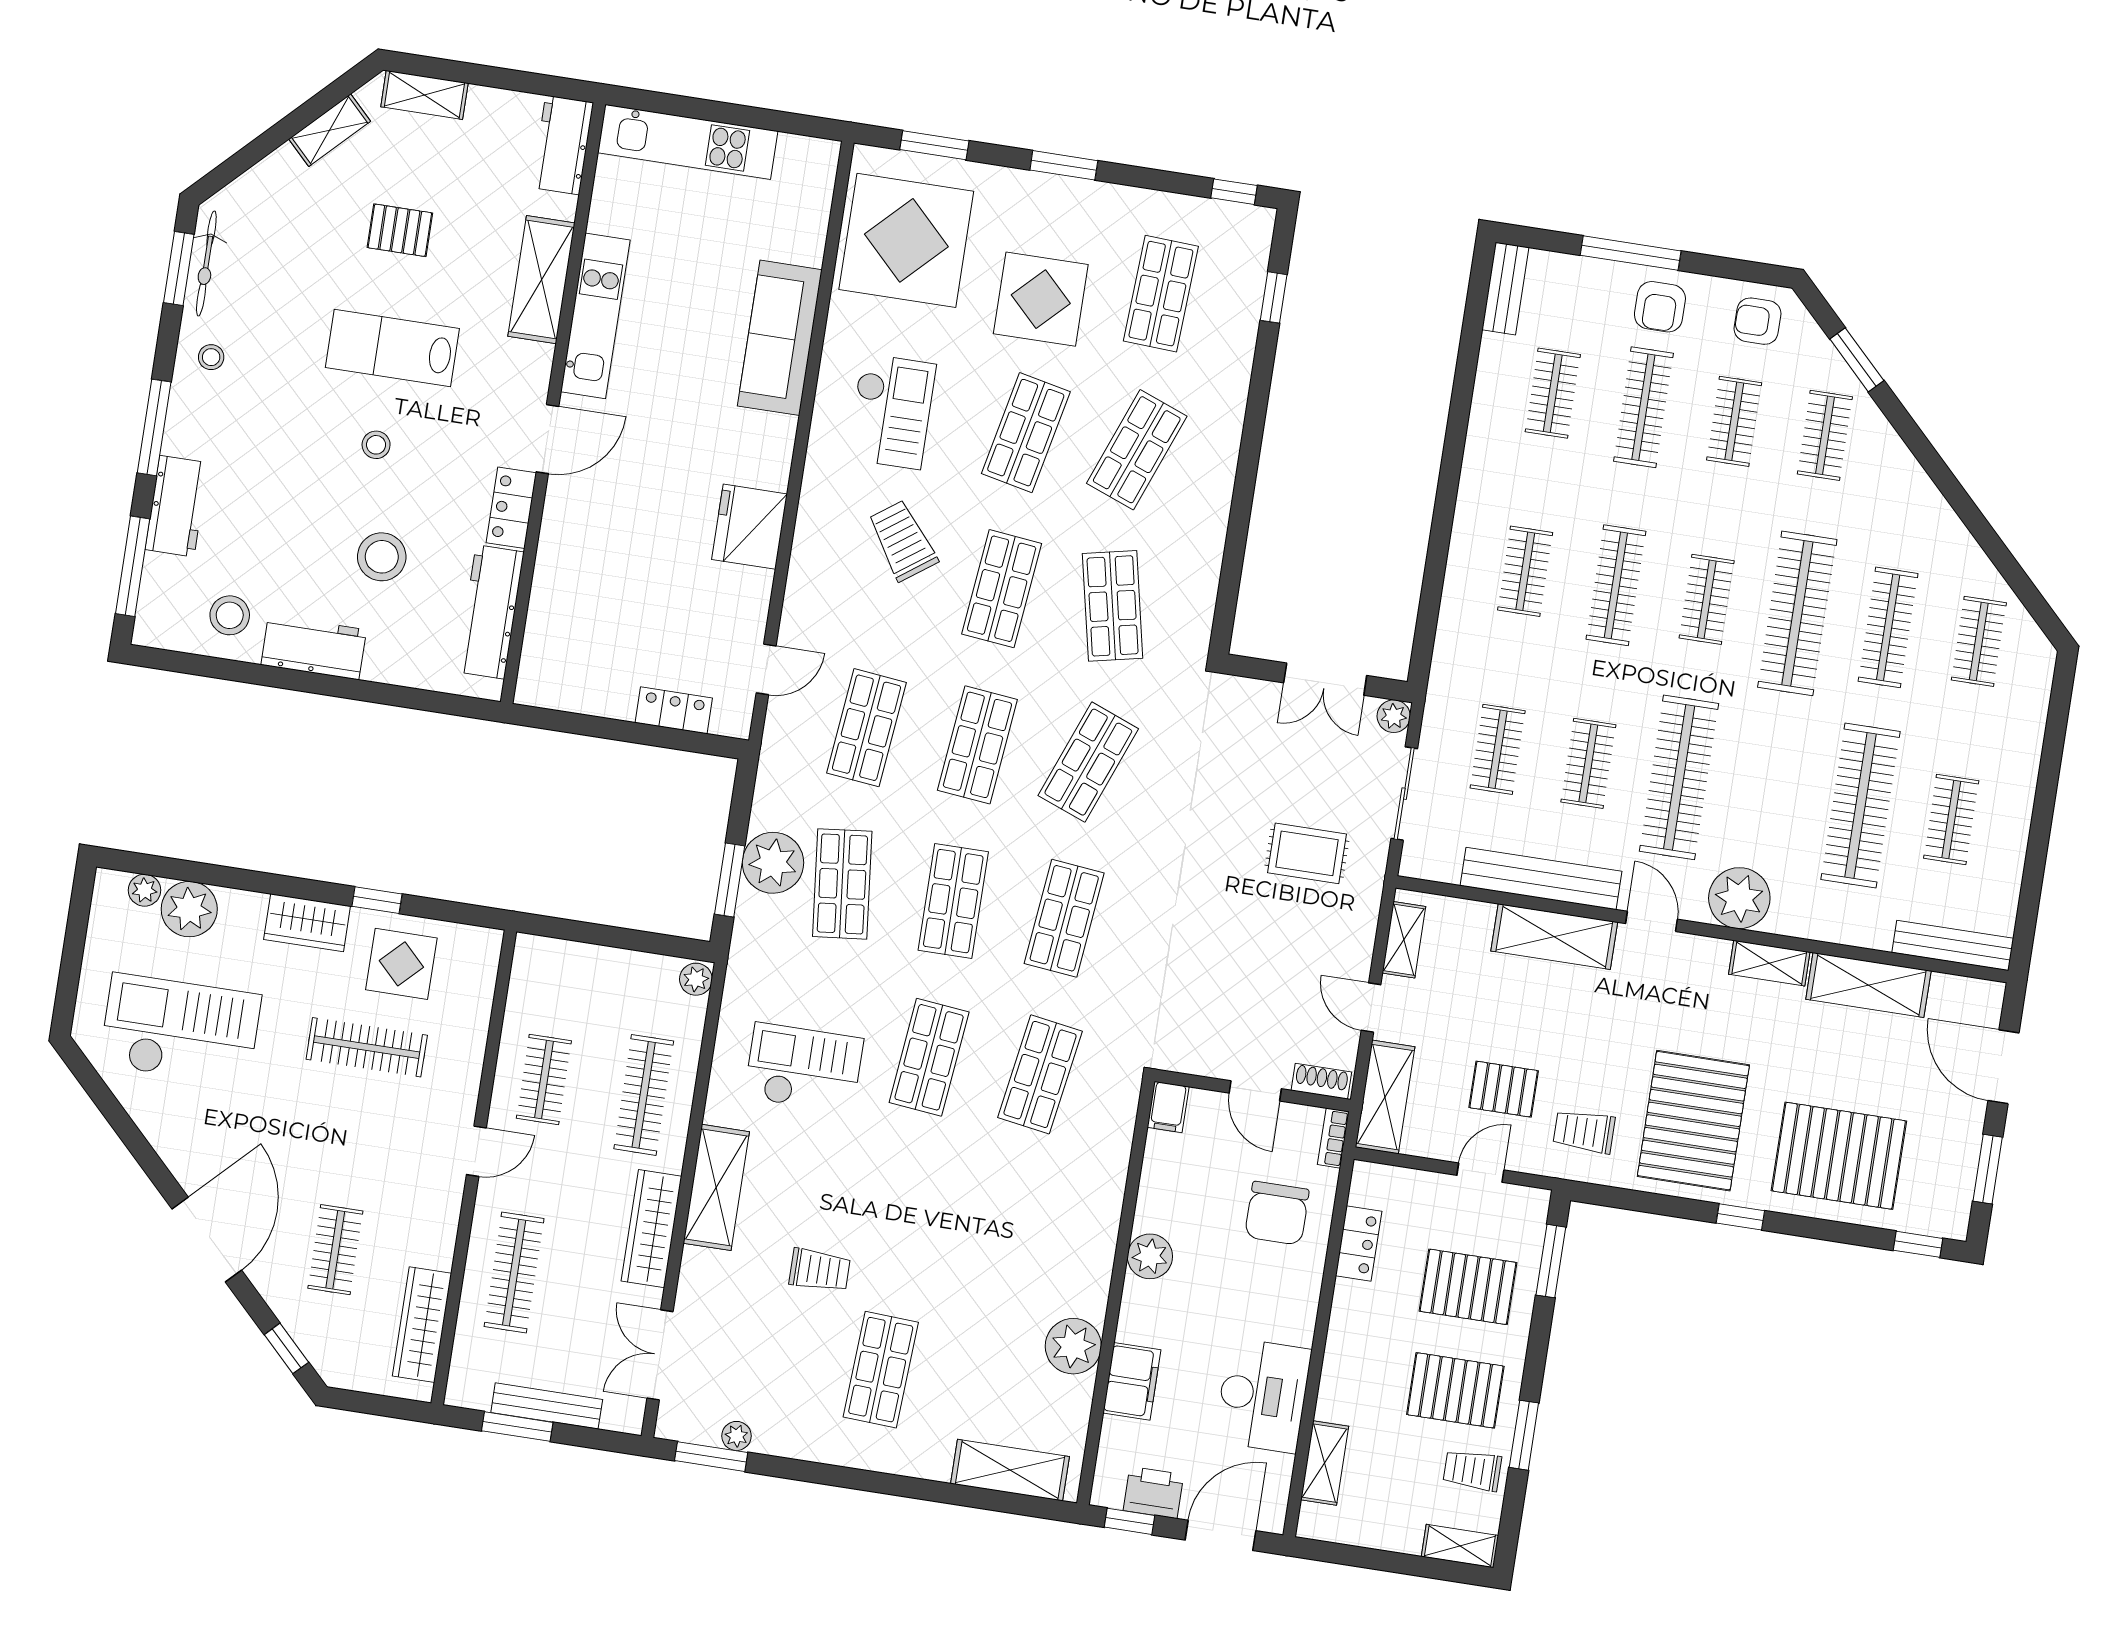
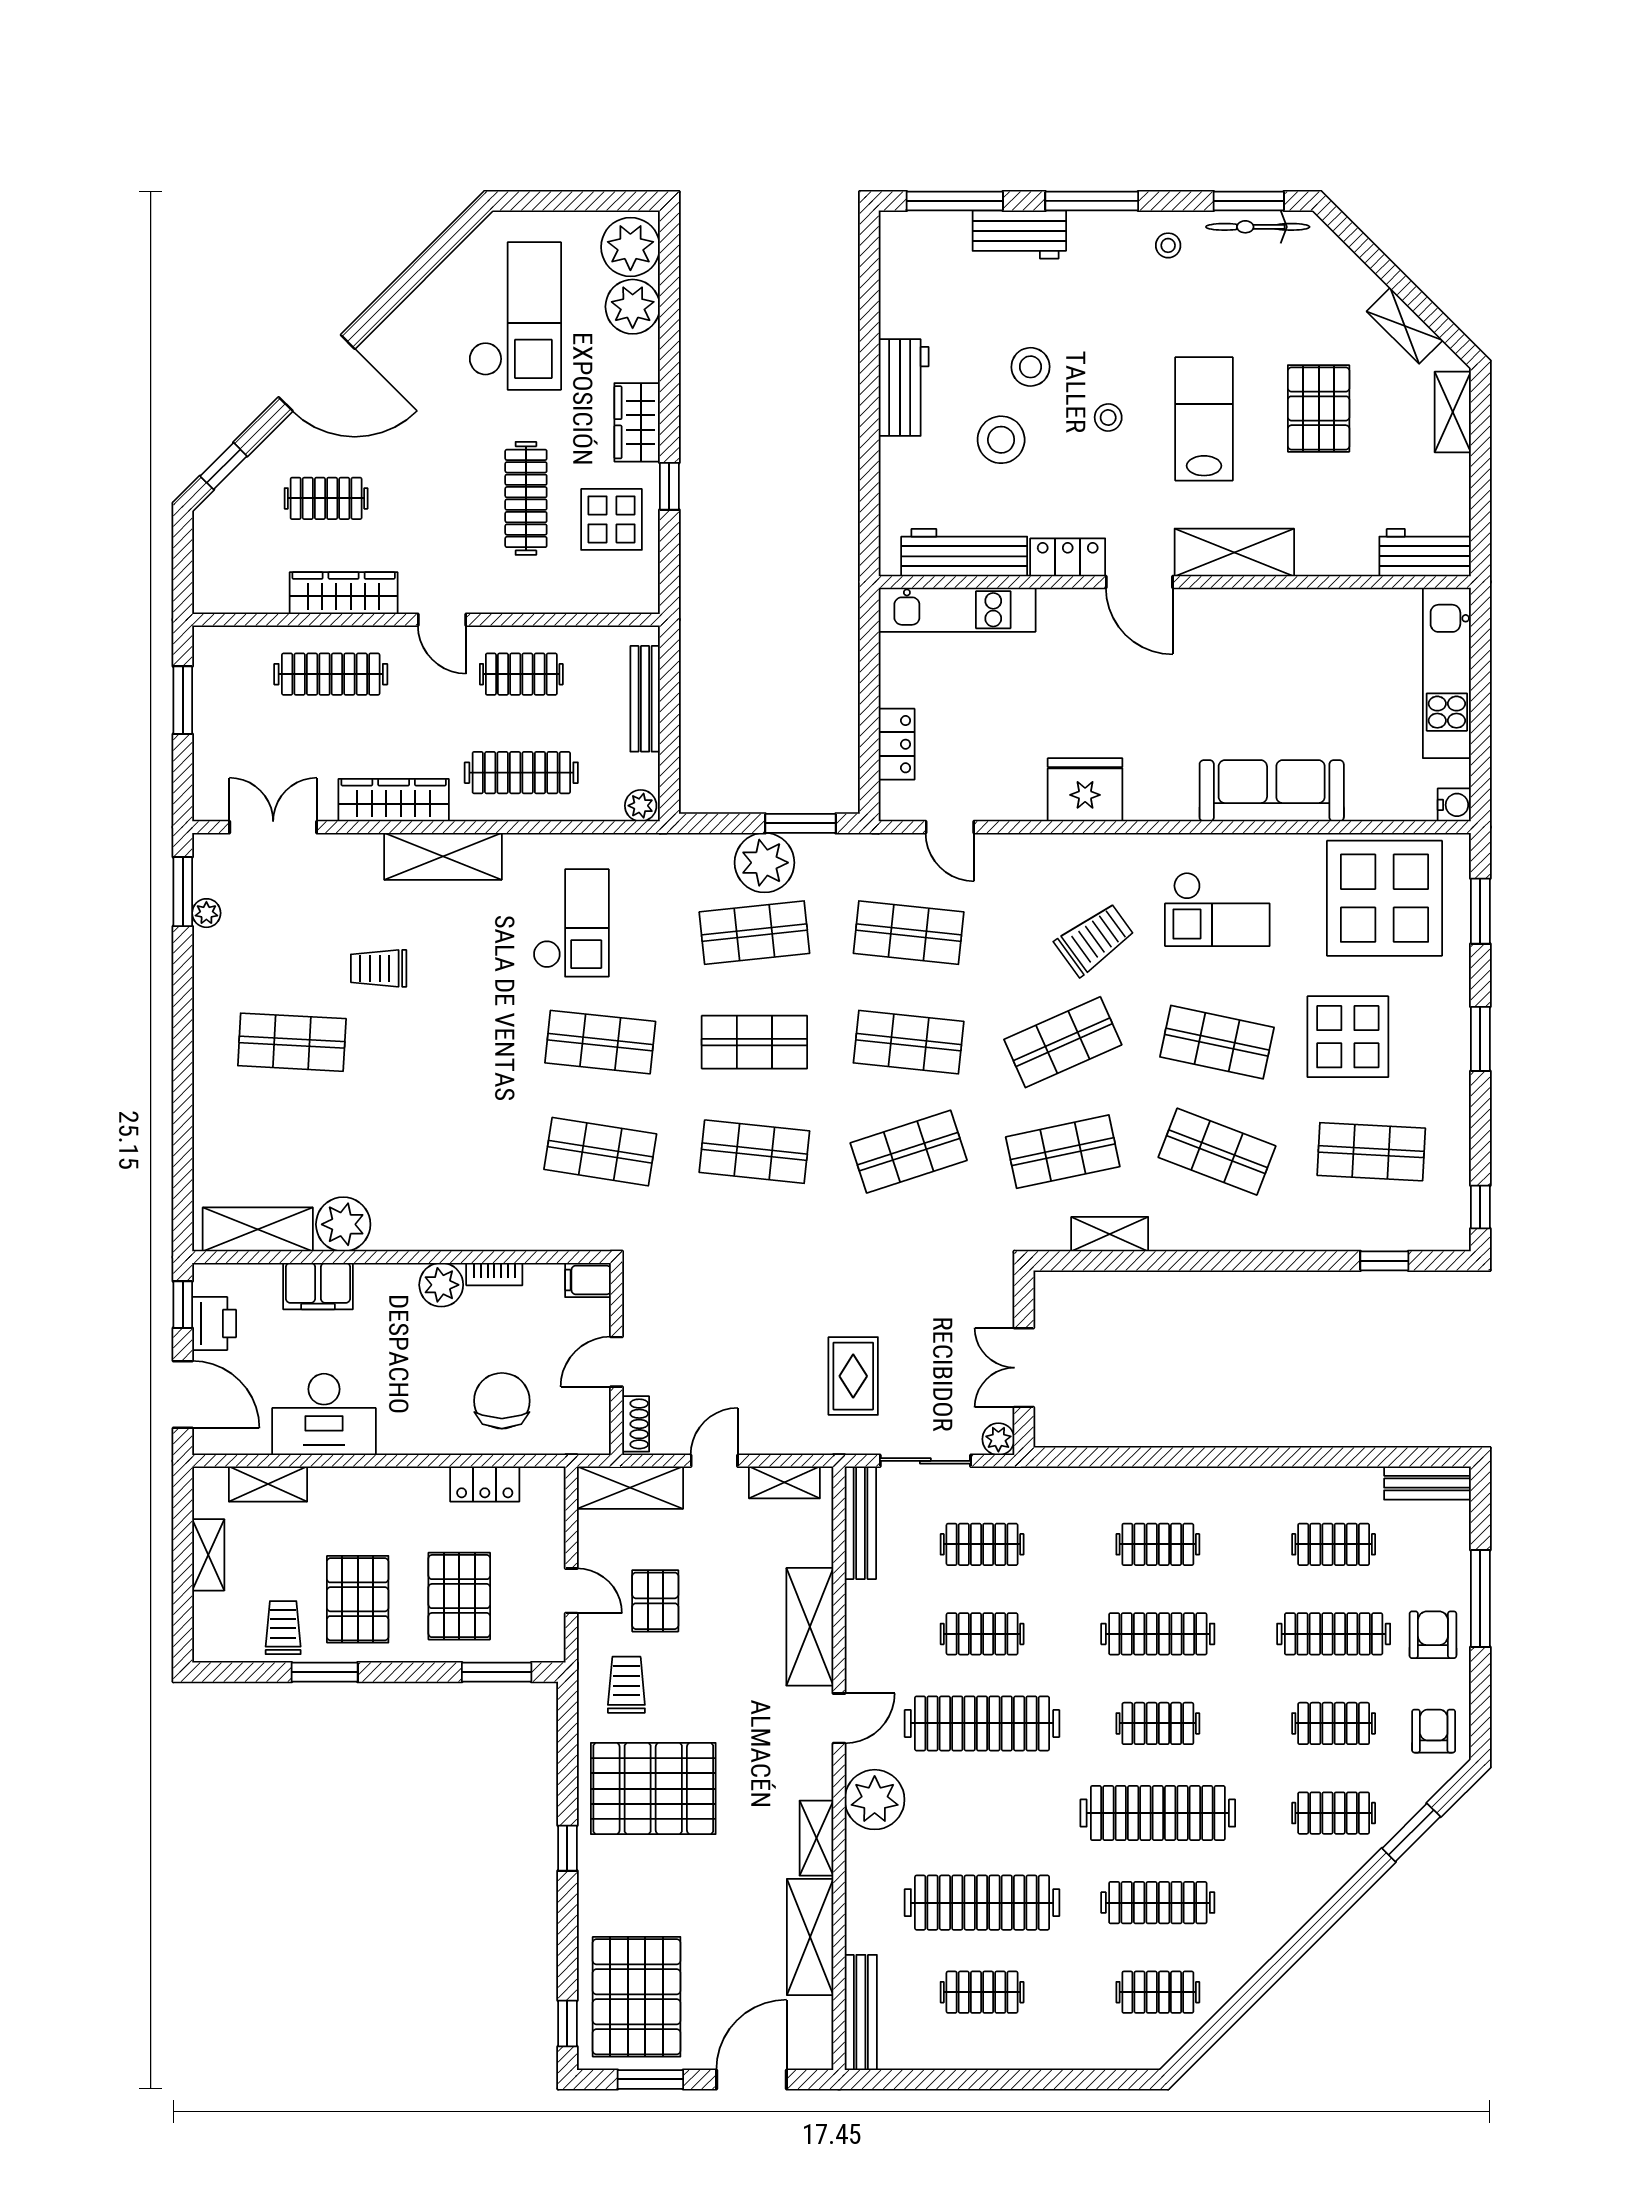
water cooler: (823, 155) -> (1454, 805), added
pallet: (400, 230) -> (1319, 408), width x1.50, depth x1.42
shelving: (542, 280) -> (1234, 552), moved
armchair: (1660, 307) -> (1433, 1635), turned 90
kitchen unit: (595, 316) -> (957, 610), moved
shelving: (1203, 571) -> (1110, 1234), added
shop shelf: (1002, 589) -> (1063, 1042), turned -30
stool: (230, 615) -> (1030, 367), moved
shop shelf: (1088, 762) -> (909, 1152), turned -39
bench: (1541, 879) -> (860, 1523), moved, width x0.73, depth x0.82
window: (730, 880) -> (800, 823), moved
plant: (145, 890) -> (630, 247), width x1.88, depth x1.88
bookcase: (1333, 1138) -> (494, 1274), moved, turned 180
pallet: (1839, 1156) -> (637, 1997), moved
chair: (1277, 1213) -> (502, 1401), turned 90
trolley: (820, 1270) -> (379, 968), turned 90
wardrobe: (422, 1325) -> (344, 593), moved
bench: (547, 1406) -> (645, 699), moved
shelving: (1010, 1470) -> (258, 1229), moved, turned 90
shelving: (1460, 1546) -> (208, 1555), moved

